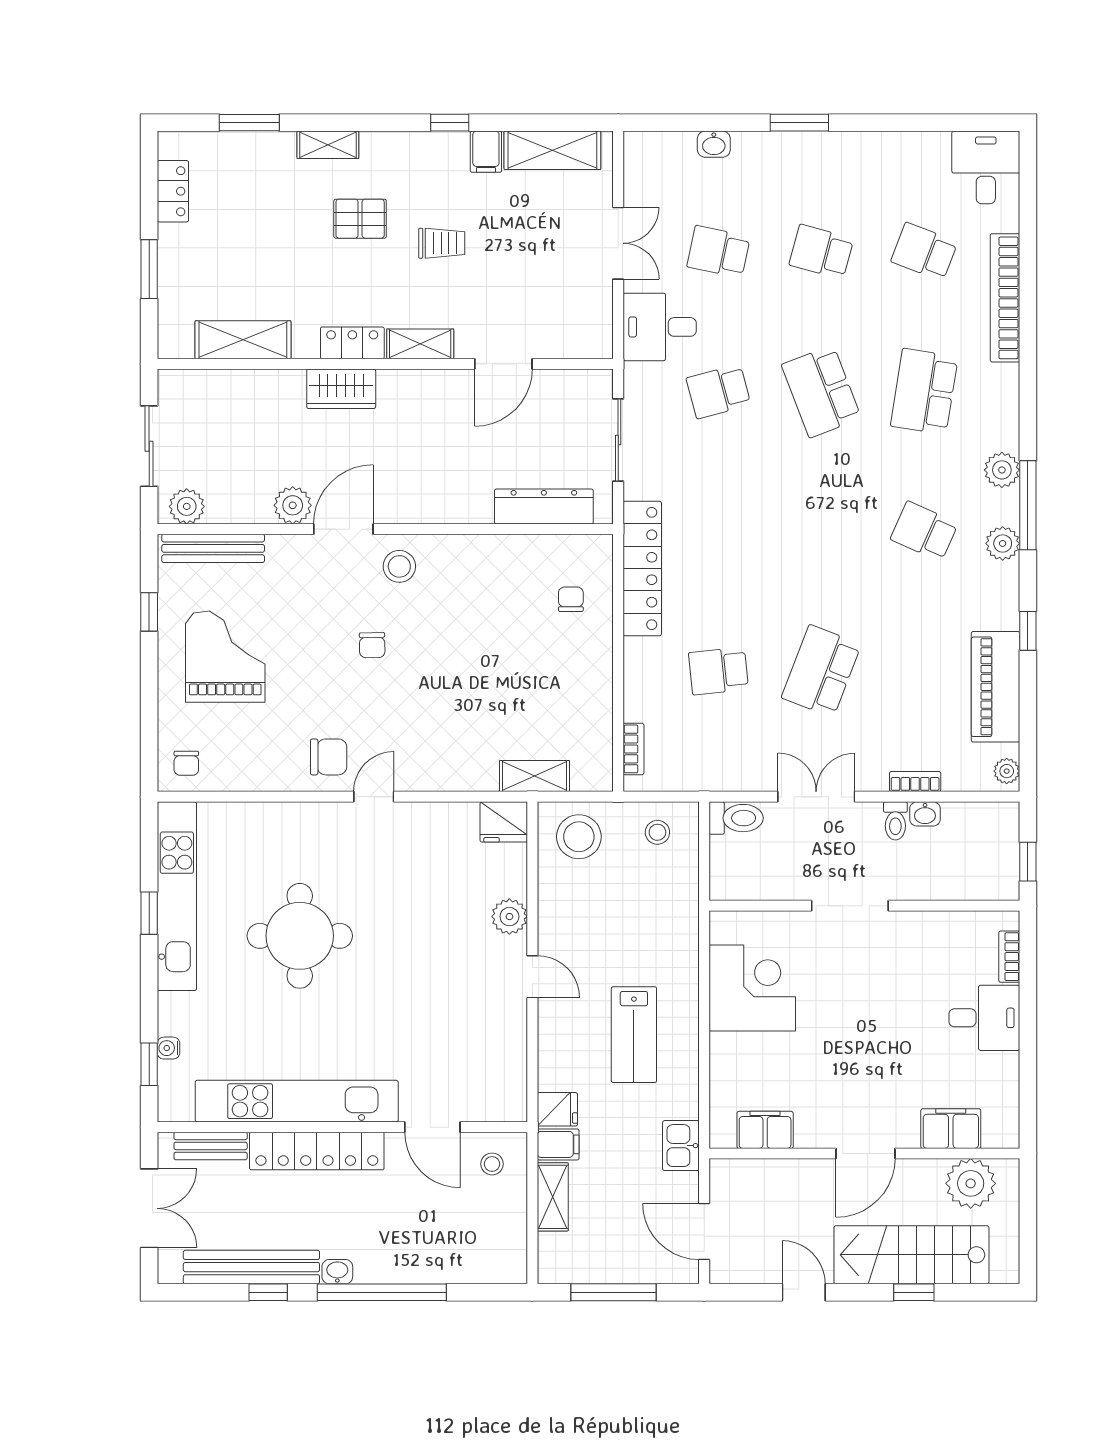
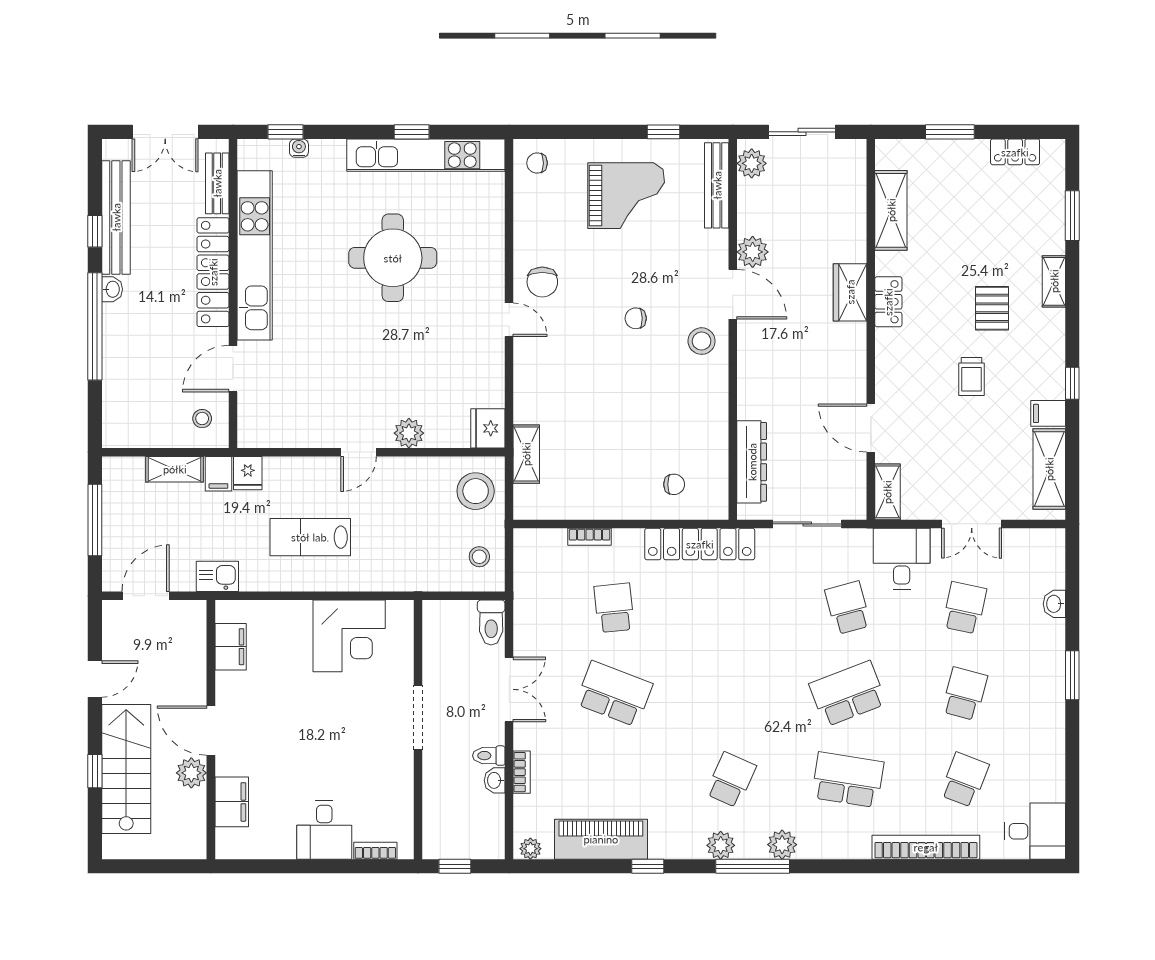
shelving: (420, 344) -> (887, 492), moved
bookcase: (633, 749) -> (590, 537), moved
plant: (971, 1183) -> (191, 773), moved, width x0.73, depth x0.73

